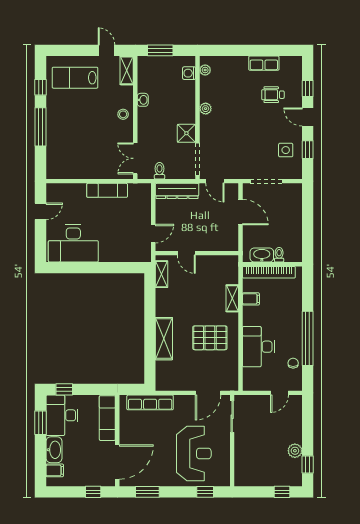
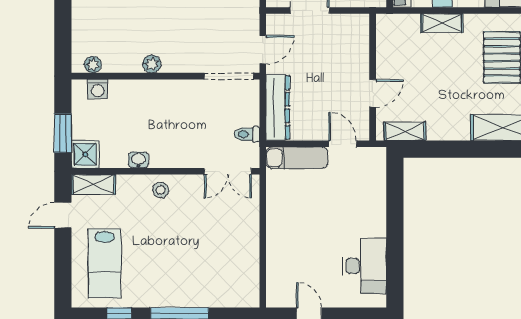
shower: (186, 133) -> (85, 154), moved
exam couch: (107, 190) -> (297, 158), moved, turned 90
desk: (73, 244) -> (365, 266), width x0.73, depth x0.77

